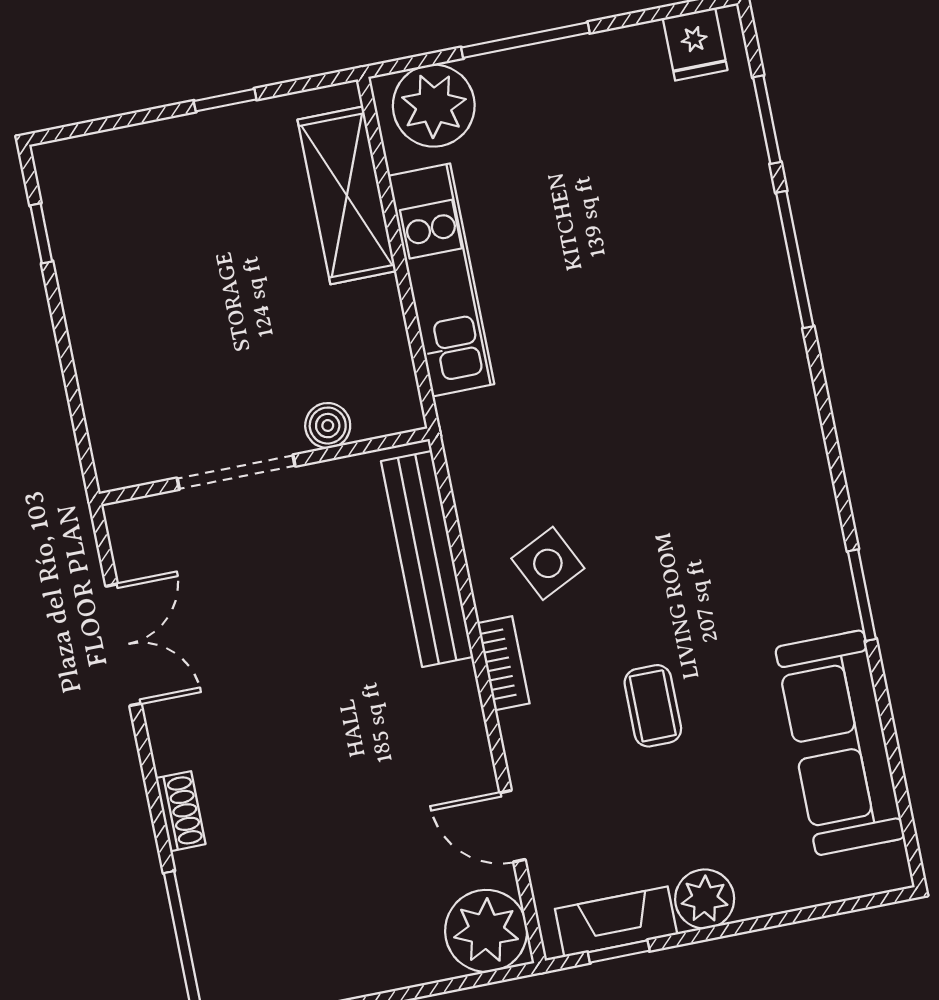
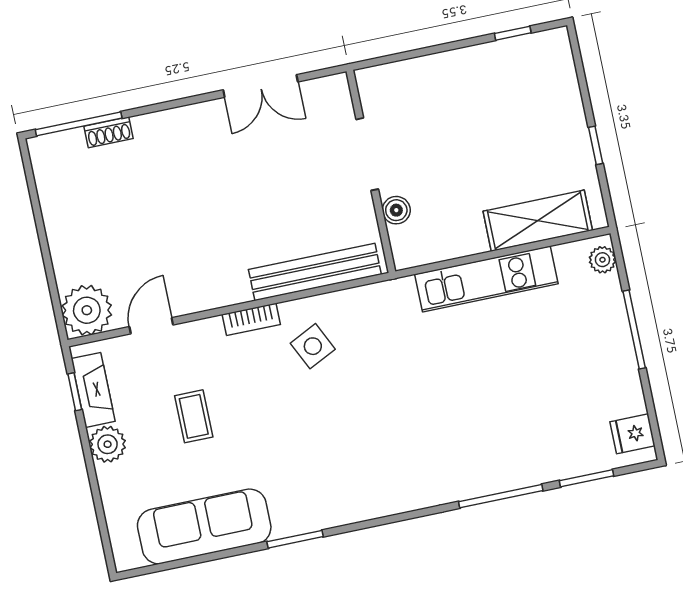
plant: (434, 106) -> (602, 260), width x0.53, depth x0.53
coffee table: (653, 706) -> (194, 416), moved, turned 90
shoe rack: (181, 811) -> (109, 132), moved

